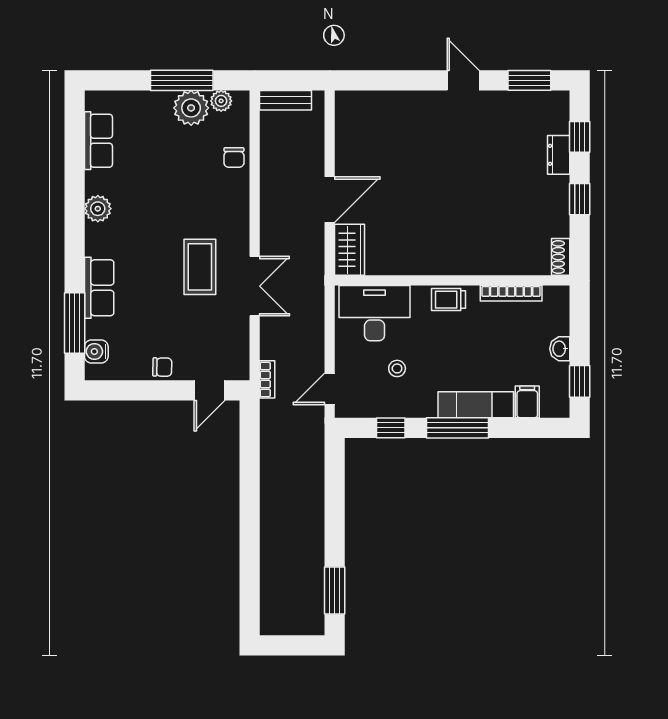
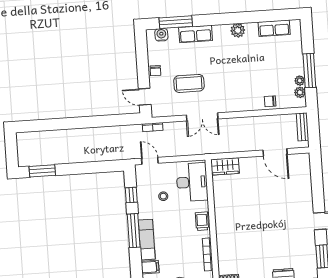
plant: (191, 108) -> (300, 81), width x0.53, depth x0.53
door: (330, 200) -> (275, 152), moved
coffee table: (200, 267) -> (189, 83), moved

